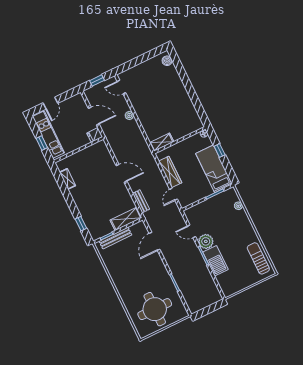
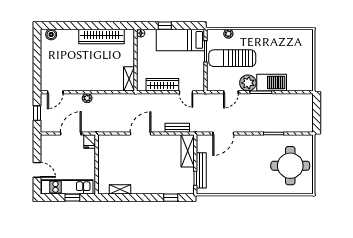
wardrobe: (186, 103) -> (101, 36), added
door: (155, 241) -> (223, 133), hinge flipped
sun lounger: (258, 258) -> (232, 58), moved, width x1.36, depth x1.34

